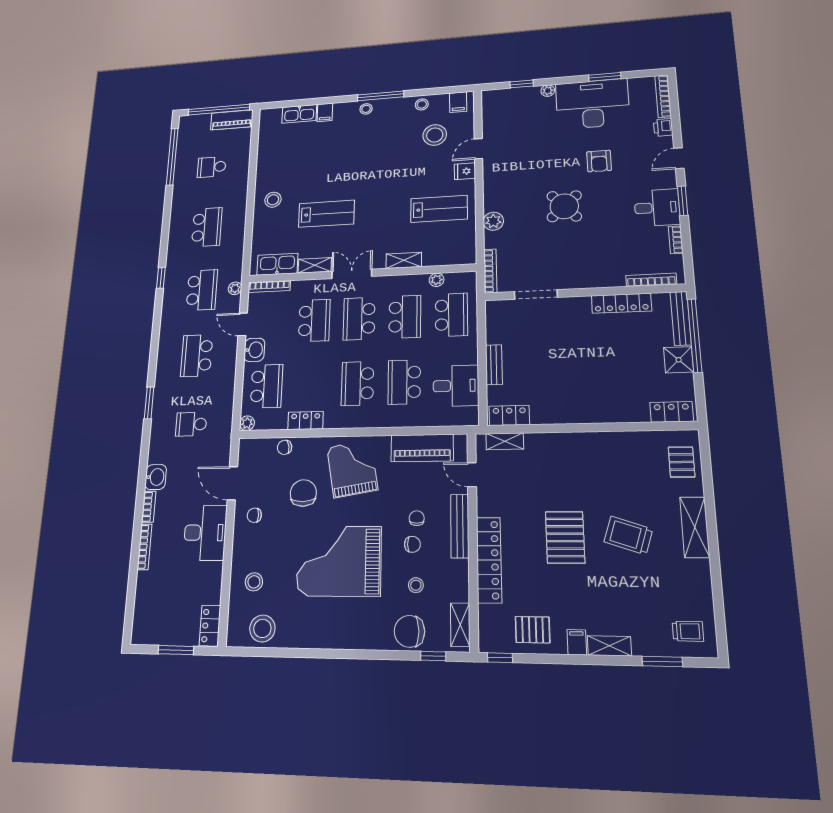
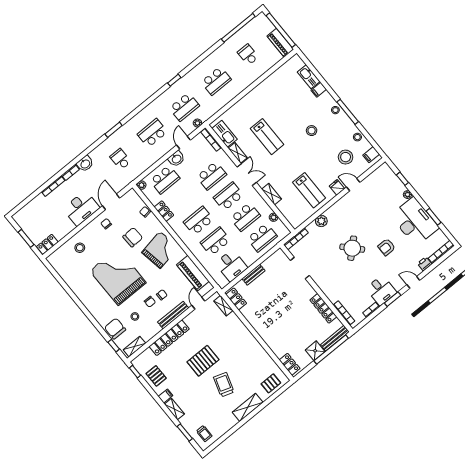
stool: (273, 200) -> (312, 131), moved
stool: (262, 628) -> (65, 268), removed

